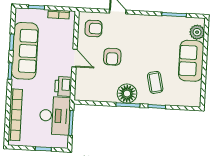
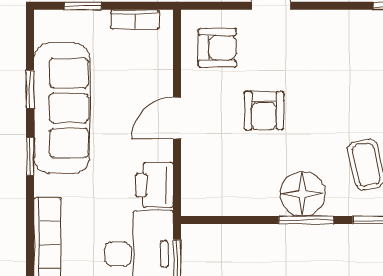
door: (75, 58) -> (177, 118), swing flipped

